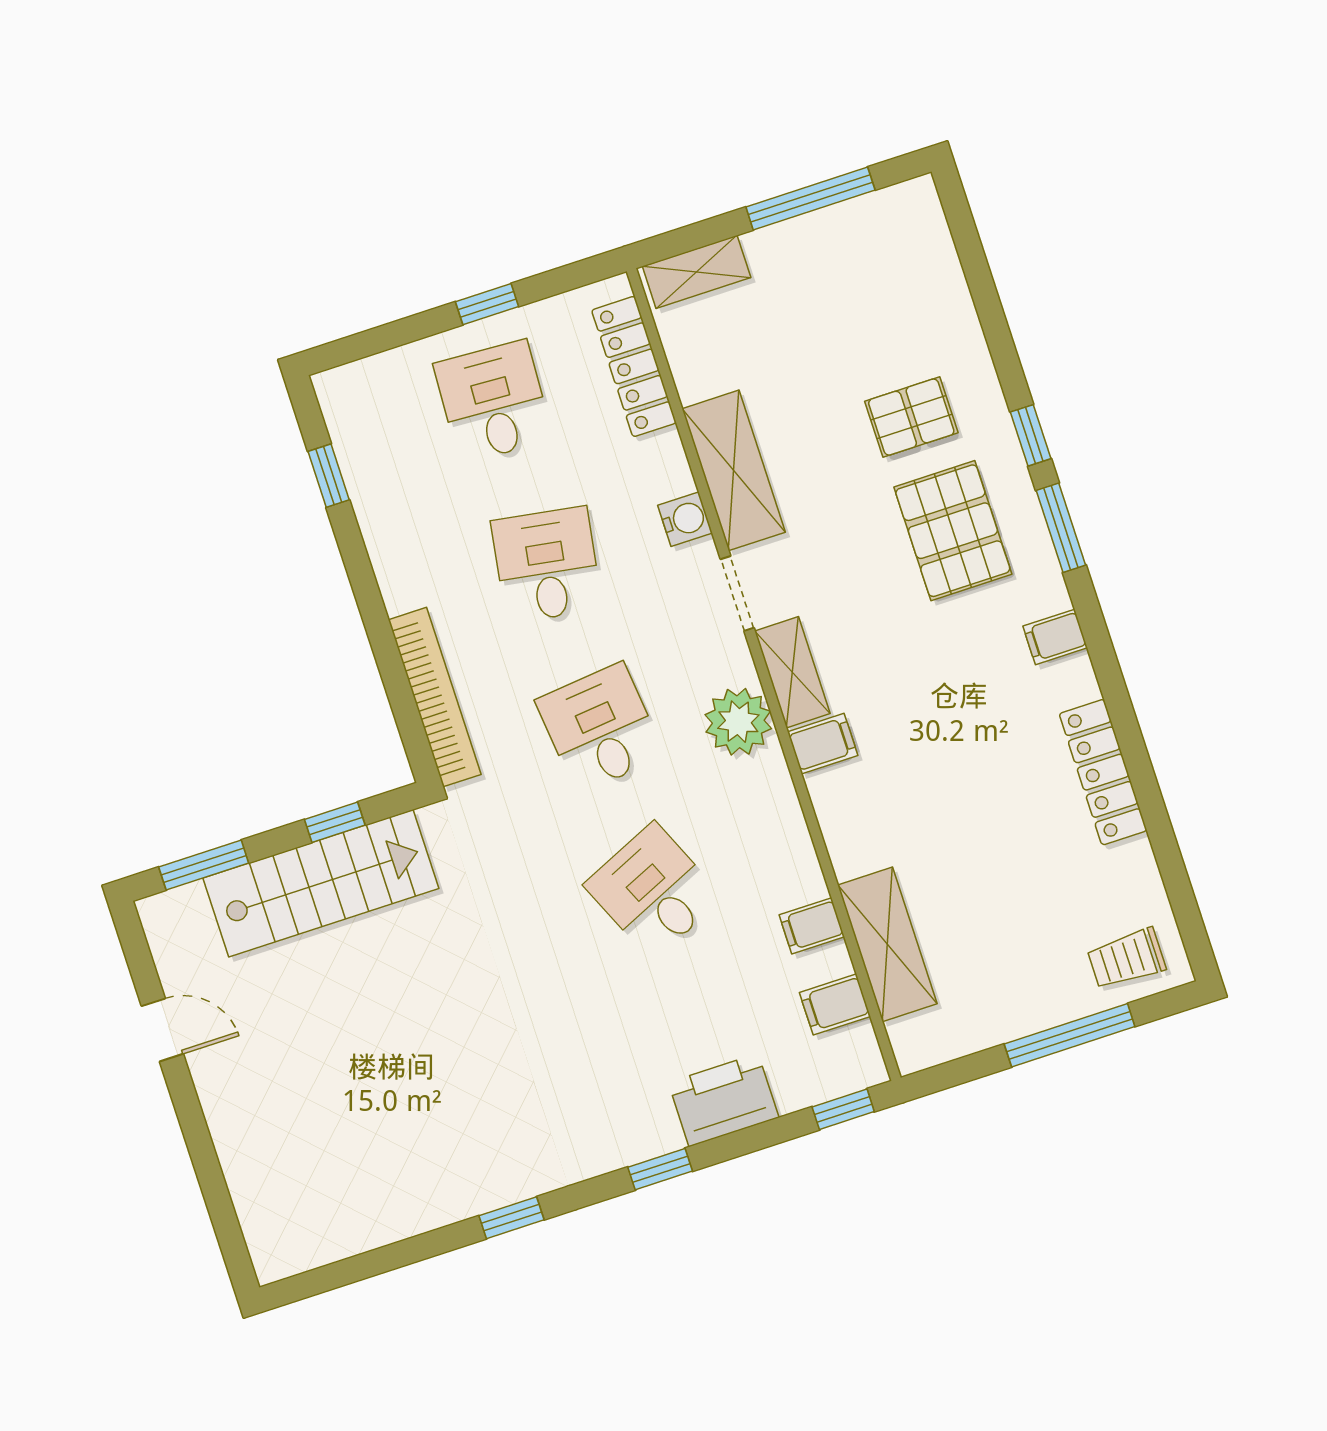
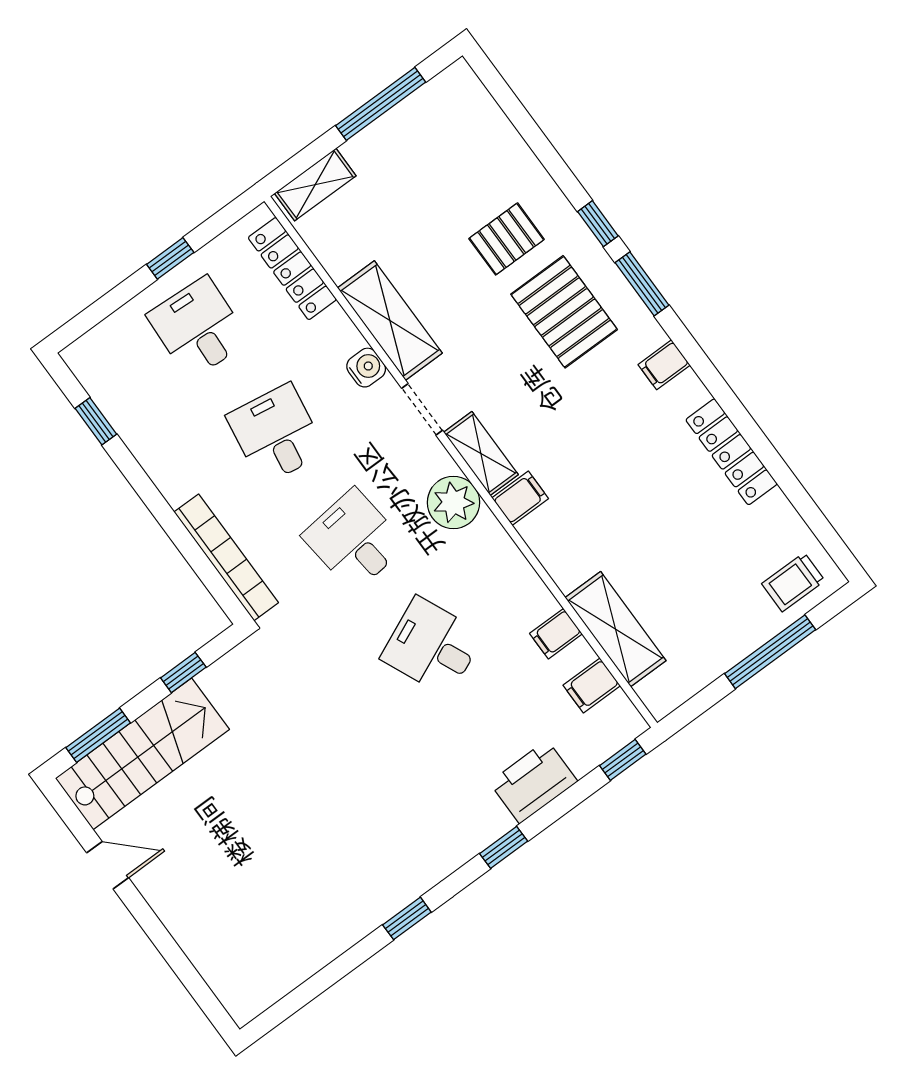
stairs: (321, 883) -> (142, 754), moved

